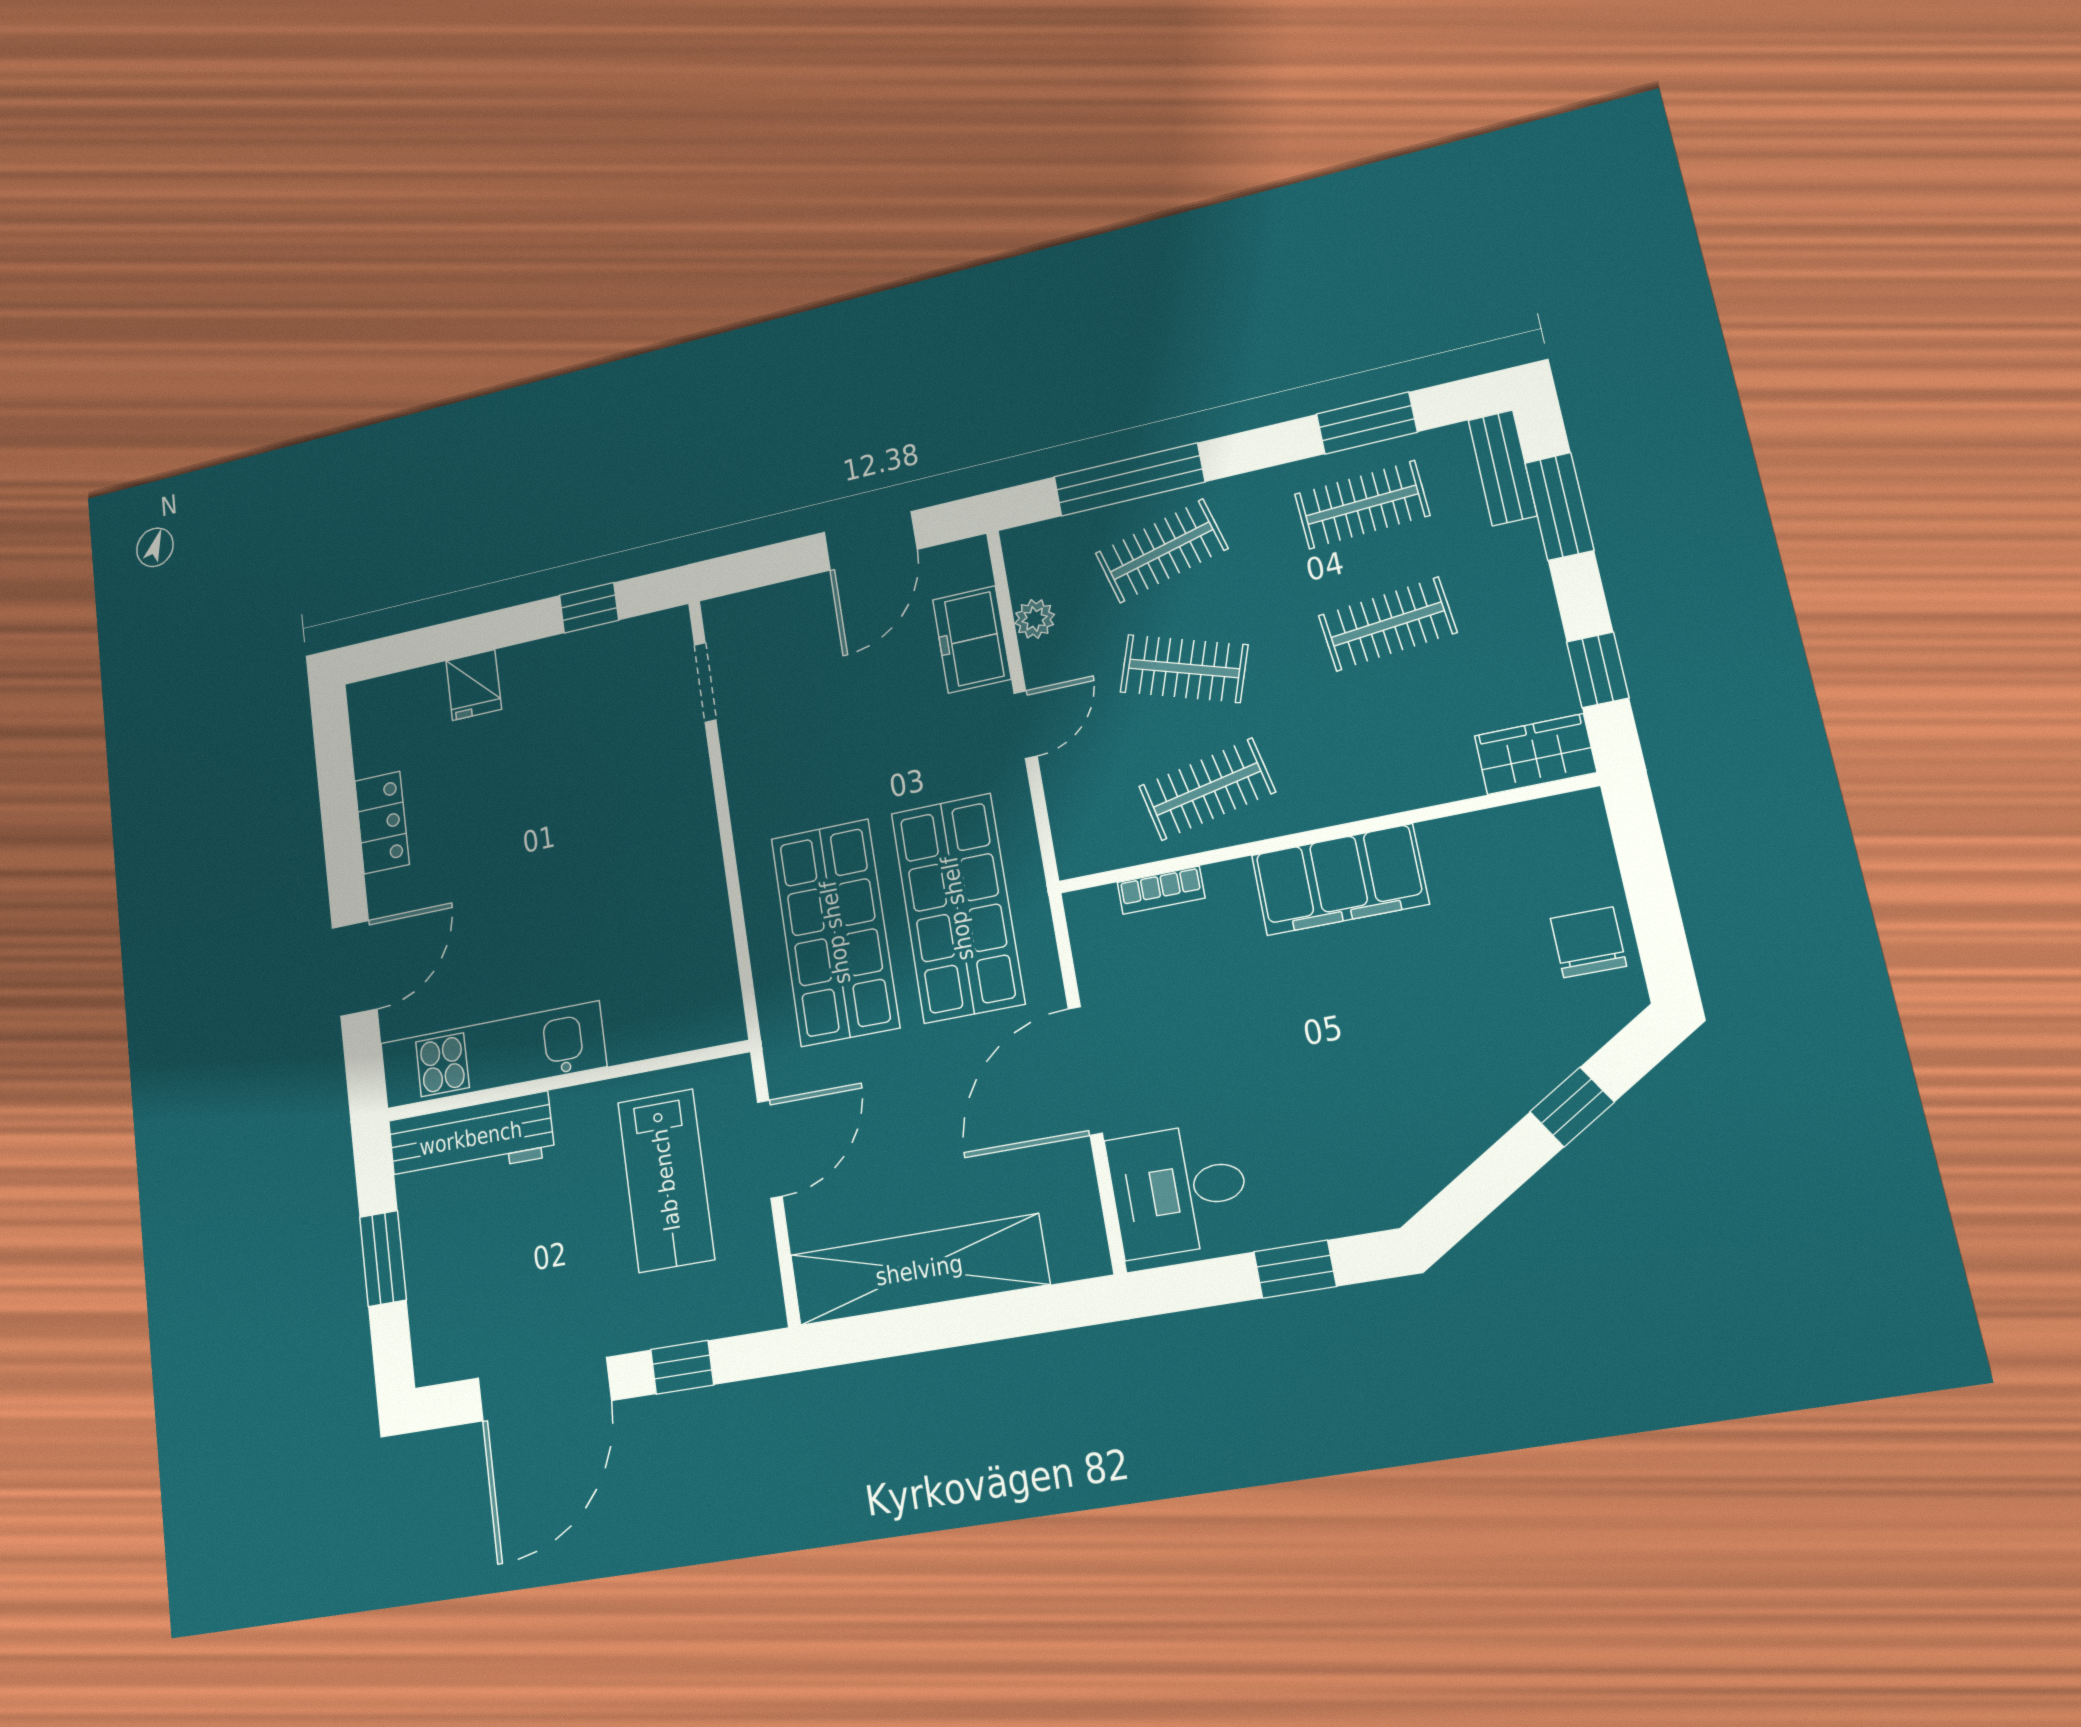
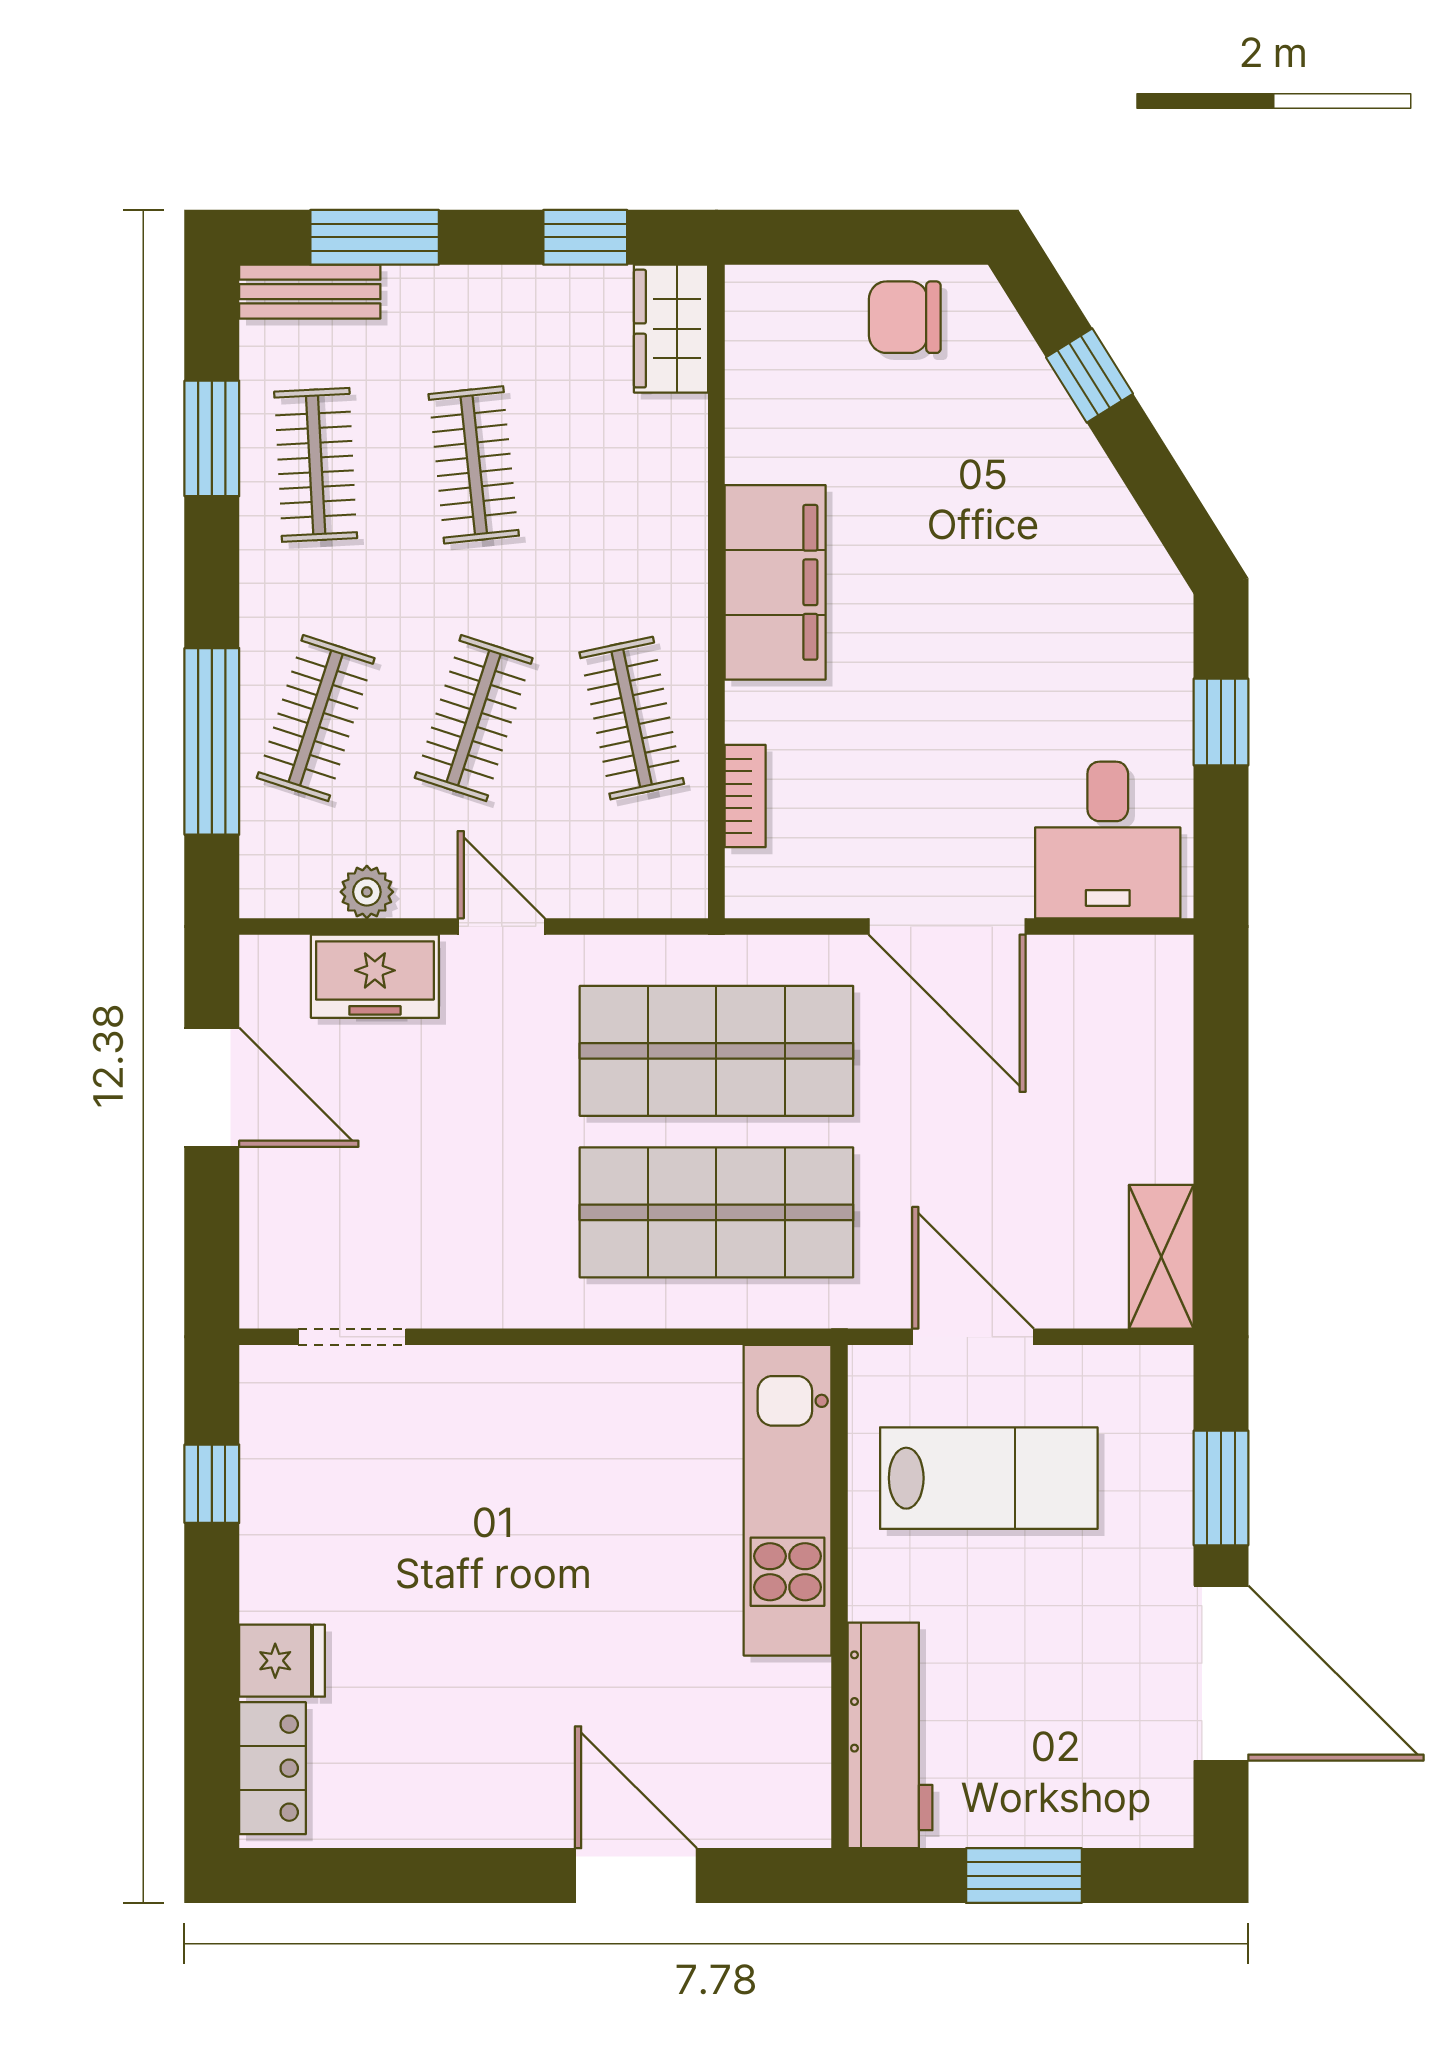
clothes rail: (1161, 551) -> (316, 718), turned 33
locker: (382, 822) -> (273, 1768), moved, turned 90
kitchen unit: (492, 1055) -> (788, 1500), moved
shelving: (919, 1270) -> (1161, 1257), width x0.45, depth x0.75
window: (682, 1367) -> (1221, 1488), width x1.50

